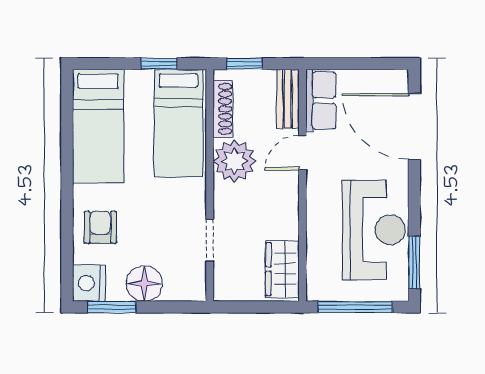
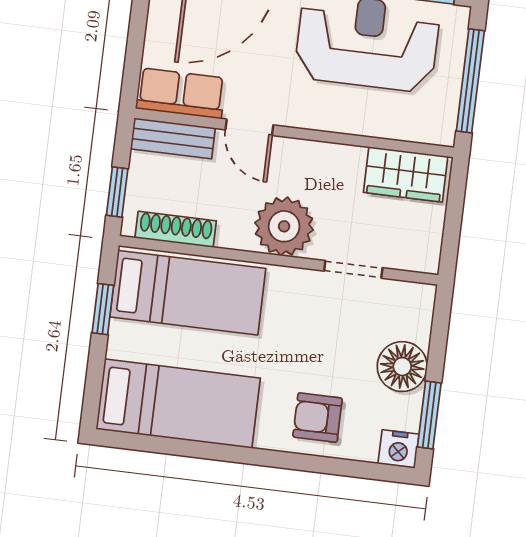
plant: (234, 161) -> (284, 226), moved
nightstand: (89, 283) -> (398, 449), width x0.74, depth x0.75

